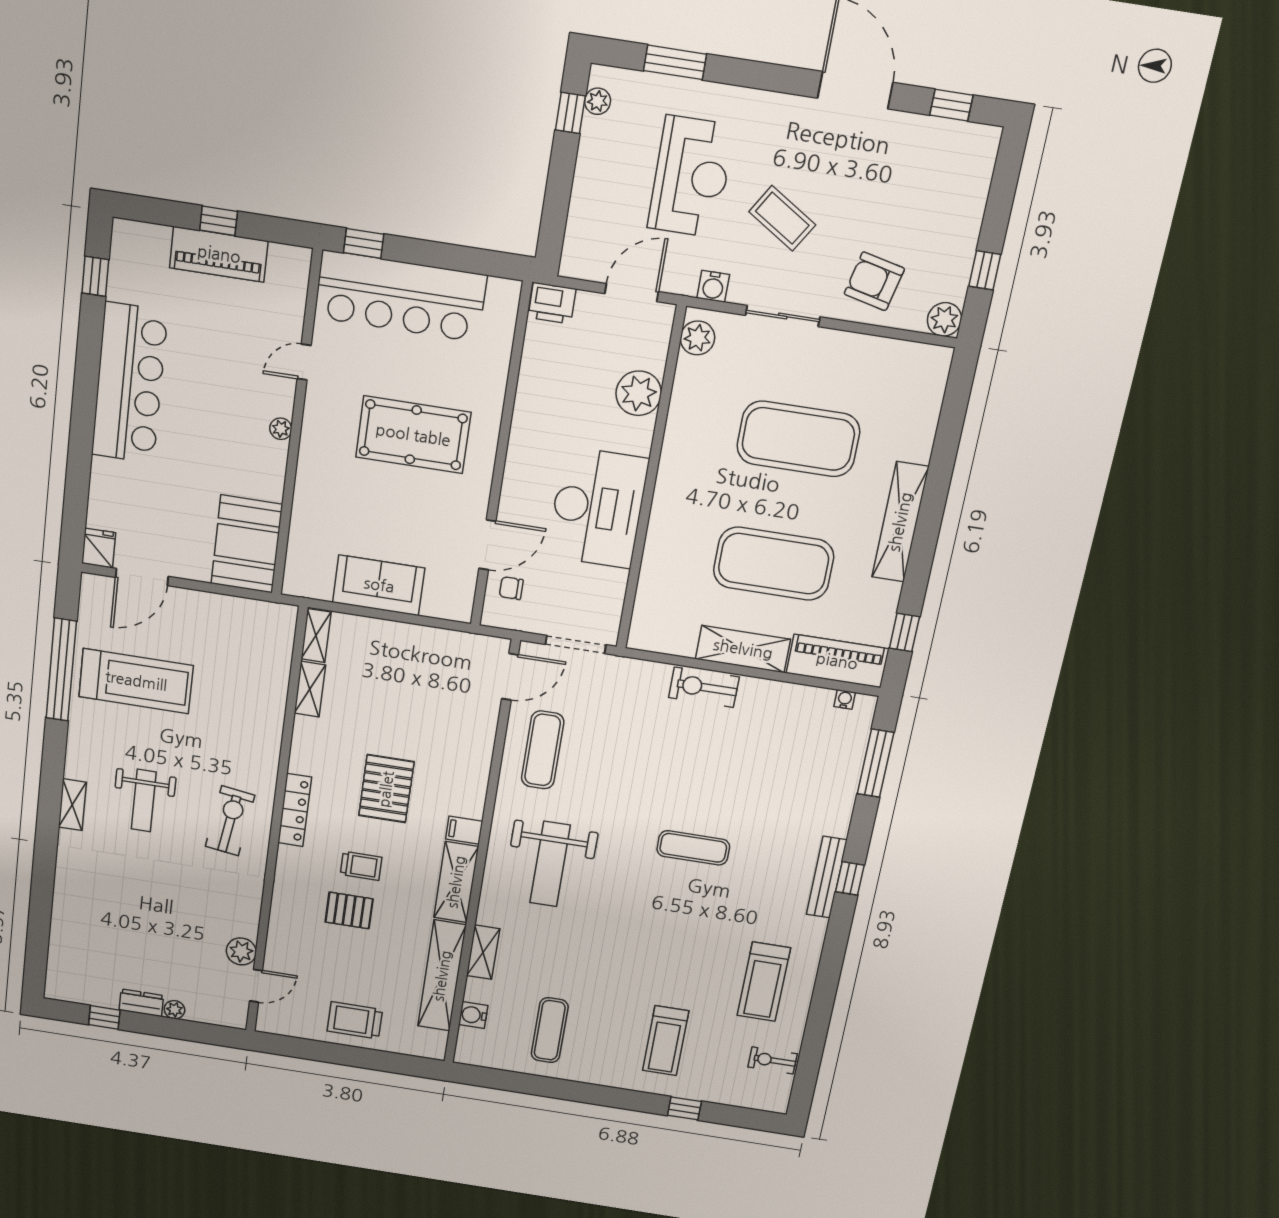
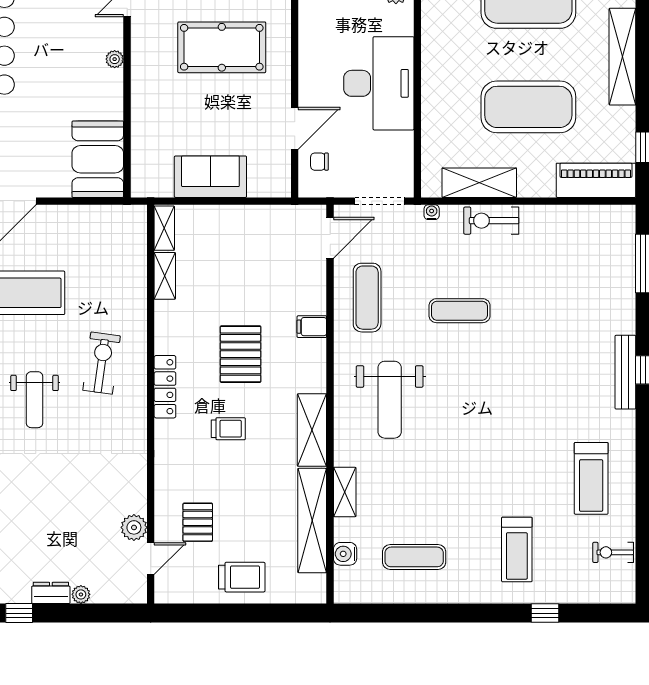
shelving: (743, 649) -> (479, 183), moved
water cooler: (845, 699) -> (432, 212), moved
exercise bike: (230, 821) -> (102, 363), moved
filing cabinet: (464, 830) -> (312, 327), moved
exercise mat: (693, 848) -> (460, 311), moved
pallet: (349, 910) -> (198, 522), moved, turned 90
trolley: (355, 1020) -> (242, 577), turned 180
exercise mat: (550, 1030) -> (414, 557), turned 90

